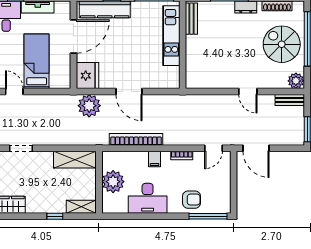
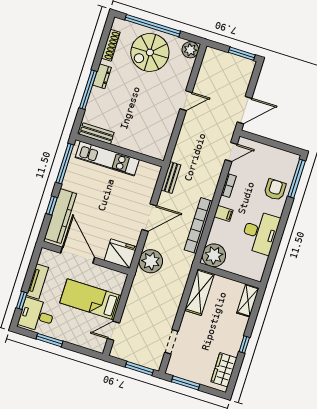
bench: (290, 100) -> (171, 178), moved
door: (213, 148) -> (231, 152), hinge flipped
plant: (113, 182) -> (214, 255), moved
window: (55, 216) -> (244, 344), moved

